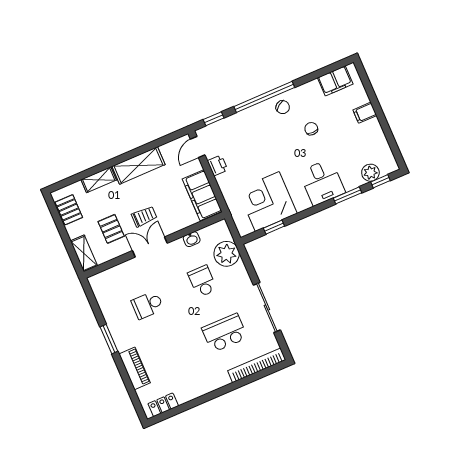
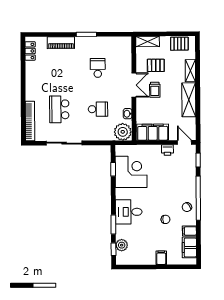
filing cabinet: (313, 90) -> (189, 231), added
plant: (227, 254) -> (123, 132), moved
school desk: (225, 333) -> (59, 109), turned 180

